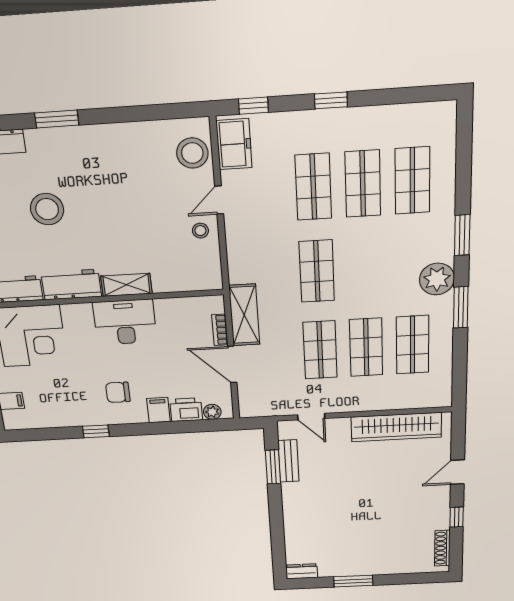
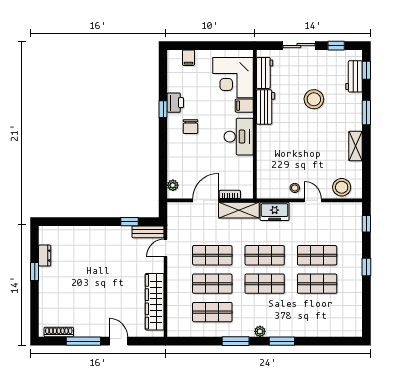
freezer: (234, 144) -> (275, 211), moved
shop shelf: (412, 181) -> (265, 284), moved
plant: (437, 279) -> (260, 331), width x0.53, depth x0.53
shelving: (126, 285) -> (355, 146), moved
chair: (118, 392) -> (190, 127), turned 180
filing cabinet: (158, 410) -> (244, 106), moved, turned 180
printer: (186, 410) -> (175, 103), moved
bench: (288, 461) -> (148, 232), moved
window: (273, 467) -> (129, 222), width x0.67
window: (457, 517) -> (83, 341), width x2.17
dresser: (302, 571) -> (45, 256), moved
window: (353, 581) -> (35, 272), width x0.67

